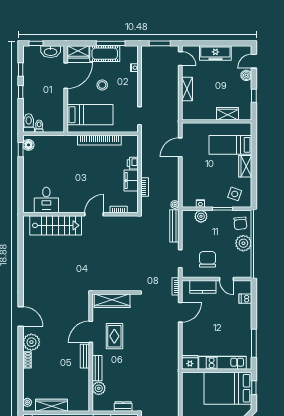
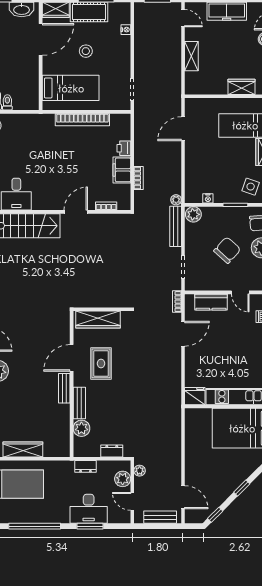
plant: (201, 216) -> (193, 214), moved
chair: (208, 259) -> (227, 250), moved, turned 42

